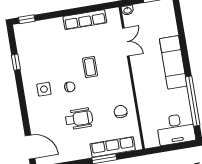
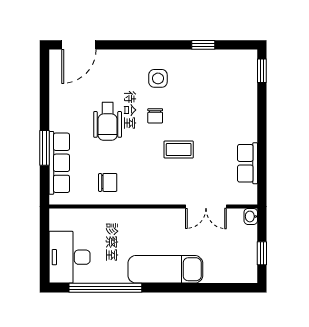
row of seats: (85, 20) -> (247, 163), width x0.68

